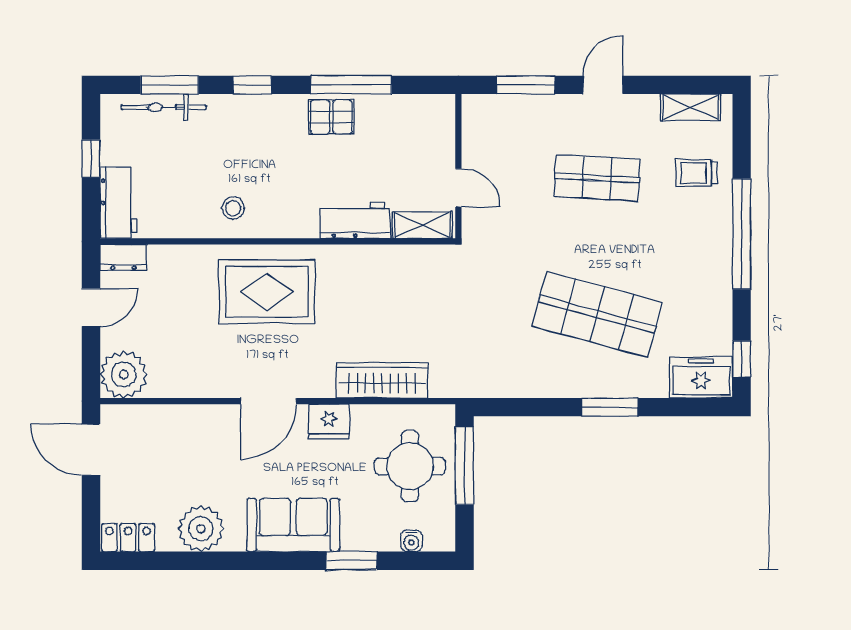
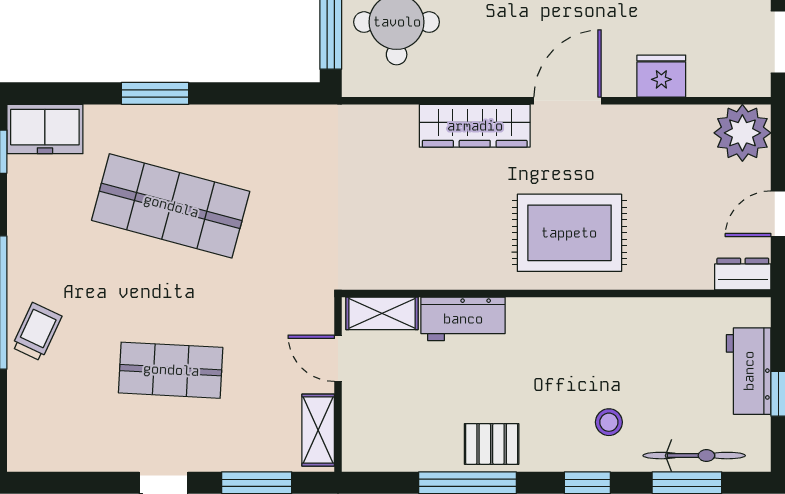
shelving: (690, 107) -> (318, 430), moved, turned 90
trolley: (696, 173) -> (37, 332), moved, turned -65
workbench: (119, 203) -> (749, 371), moved
stool: (233, 208) -> (609, 422), moved
wardrobe: (382, 380) -> (475, 126), moved
fridge: (329, 422) -> (661, 76), moved

